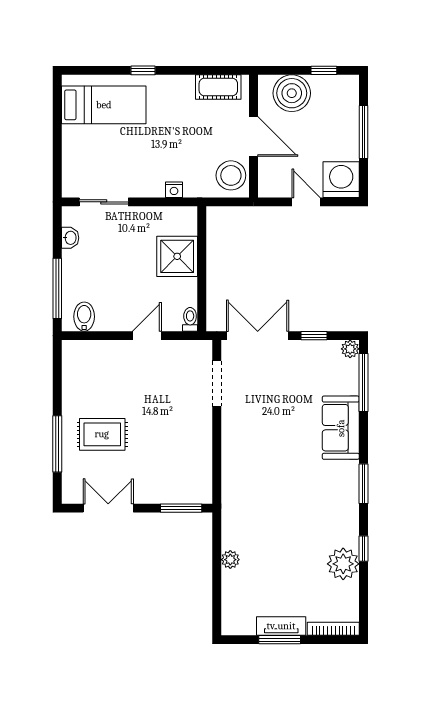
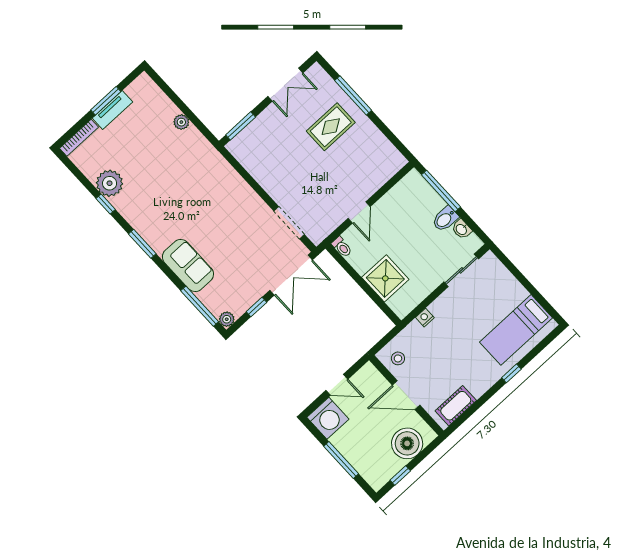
stool: (231, 175) -> (398, 358), width x0.53, depth x0.53
bidet: (84, 317) -> (445, 219), moved, turned 90

